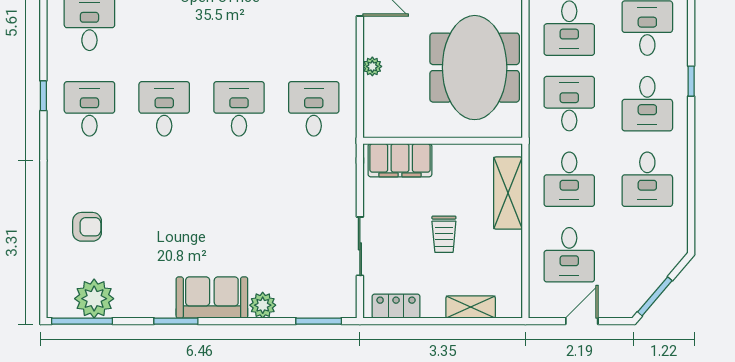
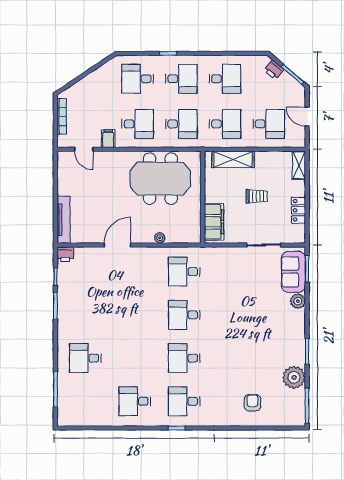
desk: (569, 104) -> (181, 124), turned 180
printer: (663, 264) -> (274, 70), added
sofa: (212, 298) -> (293, 272), moved
plant: (94, 299) -> (294, 377), moved
locker: (396, 306) -> (298, 210), moved
shelving: (471, 307) -> (299, 165), moved

